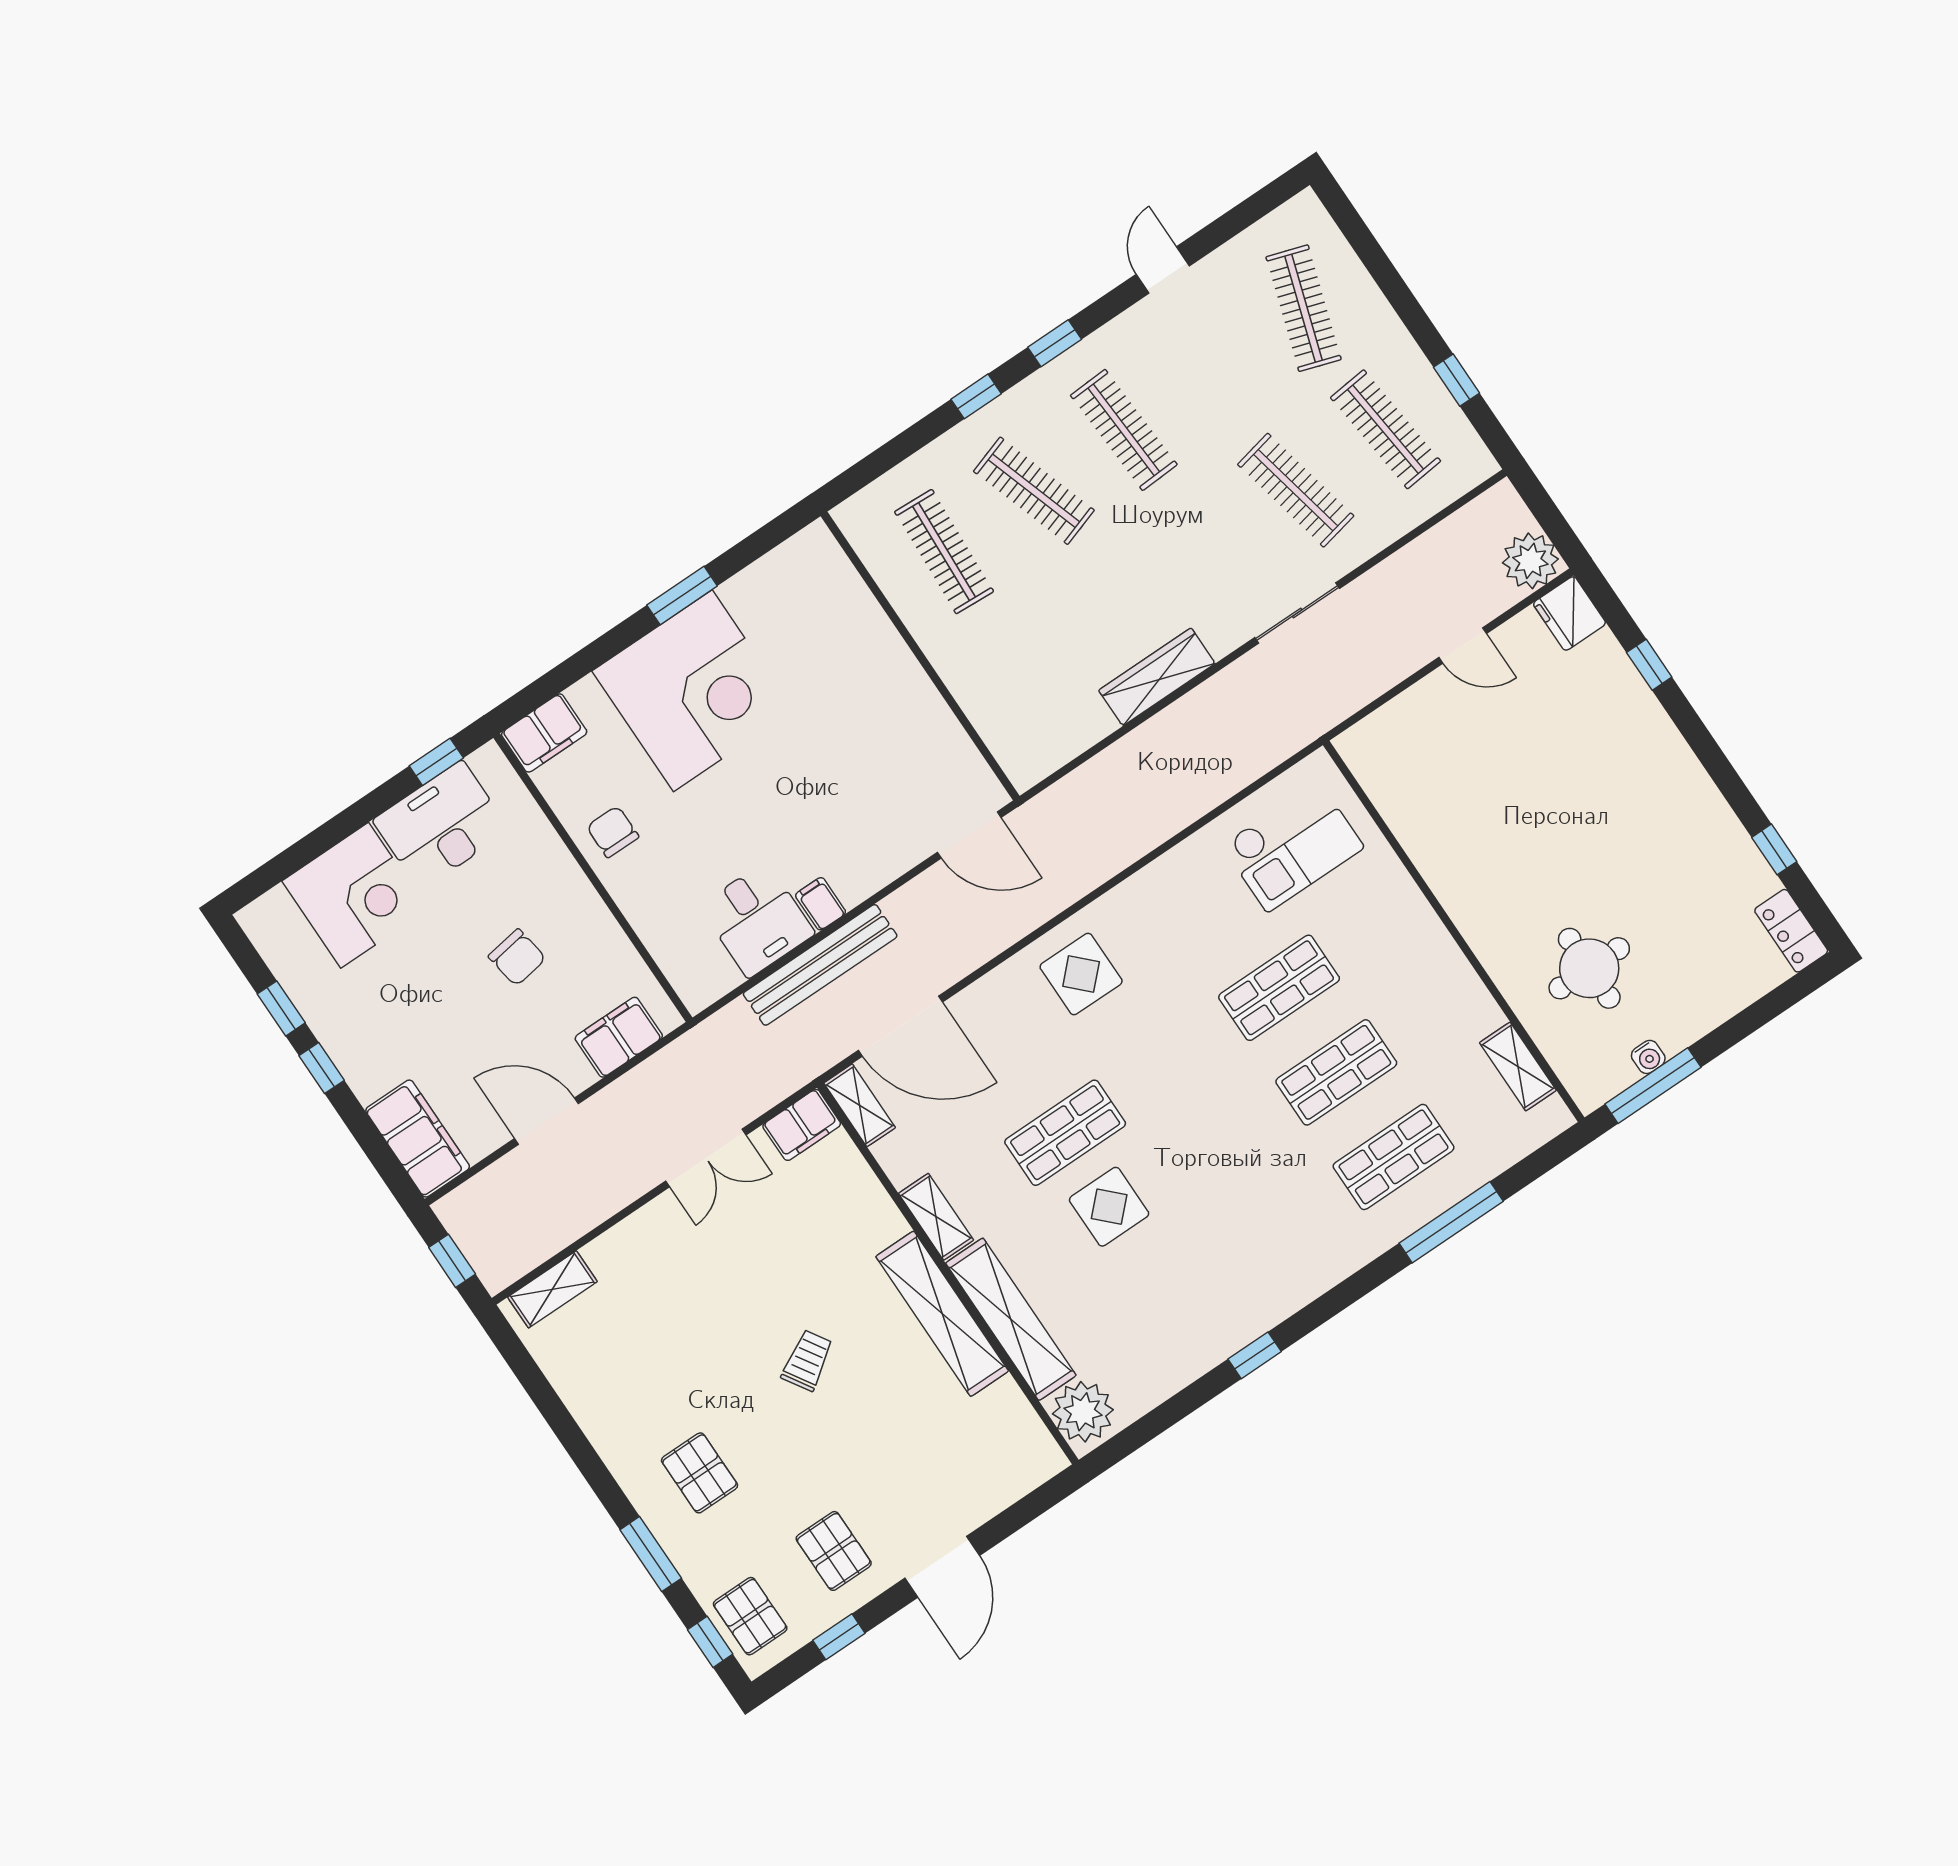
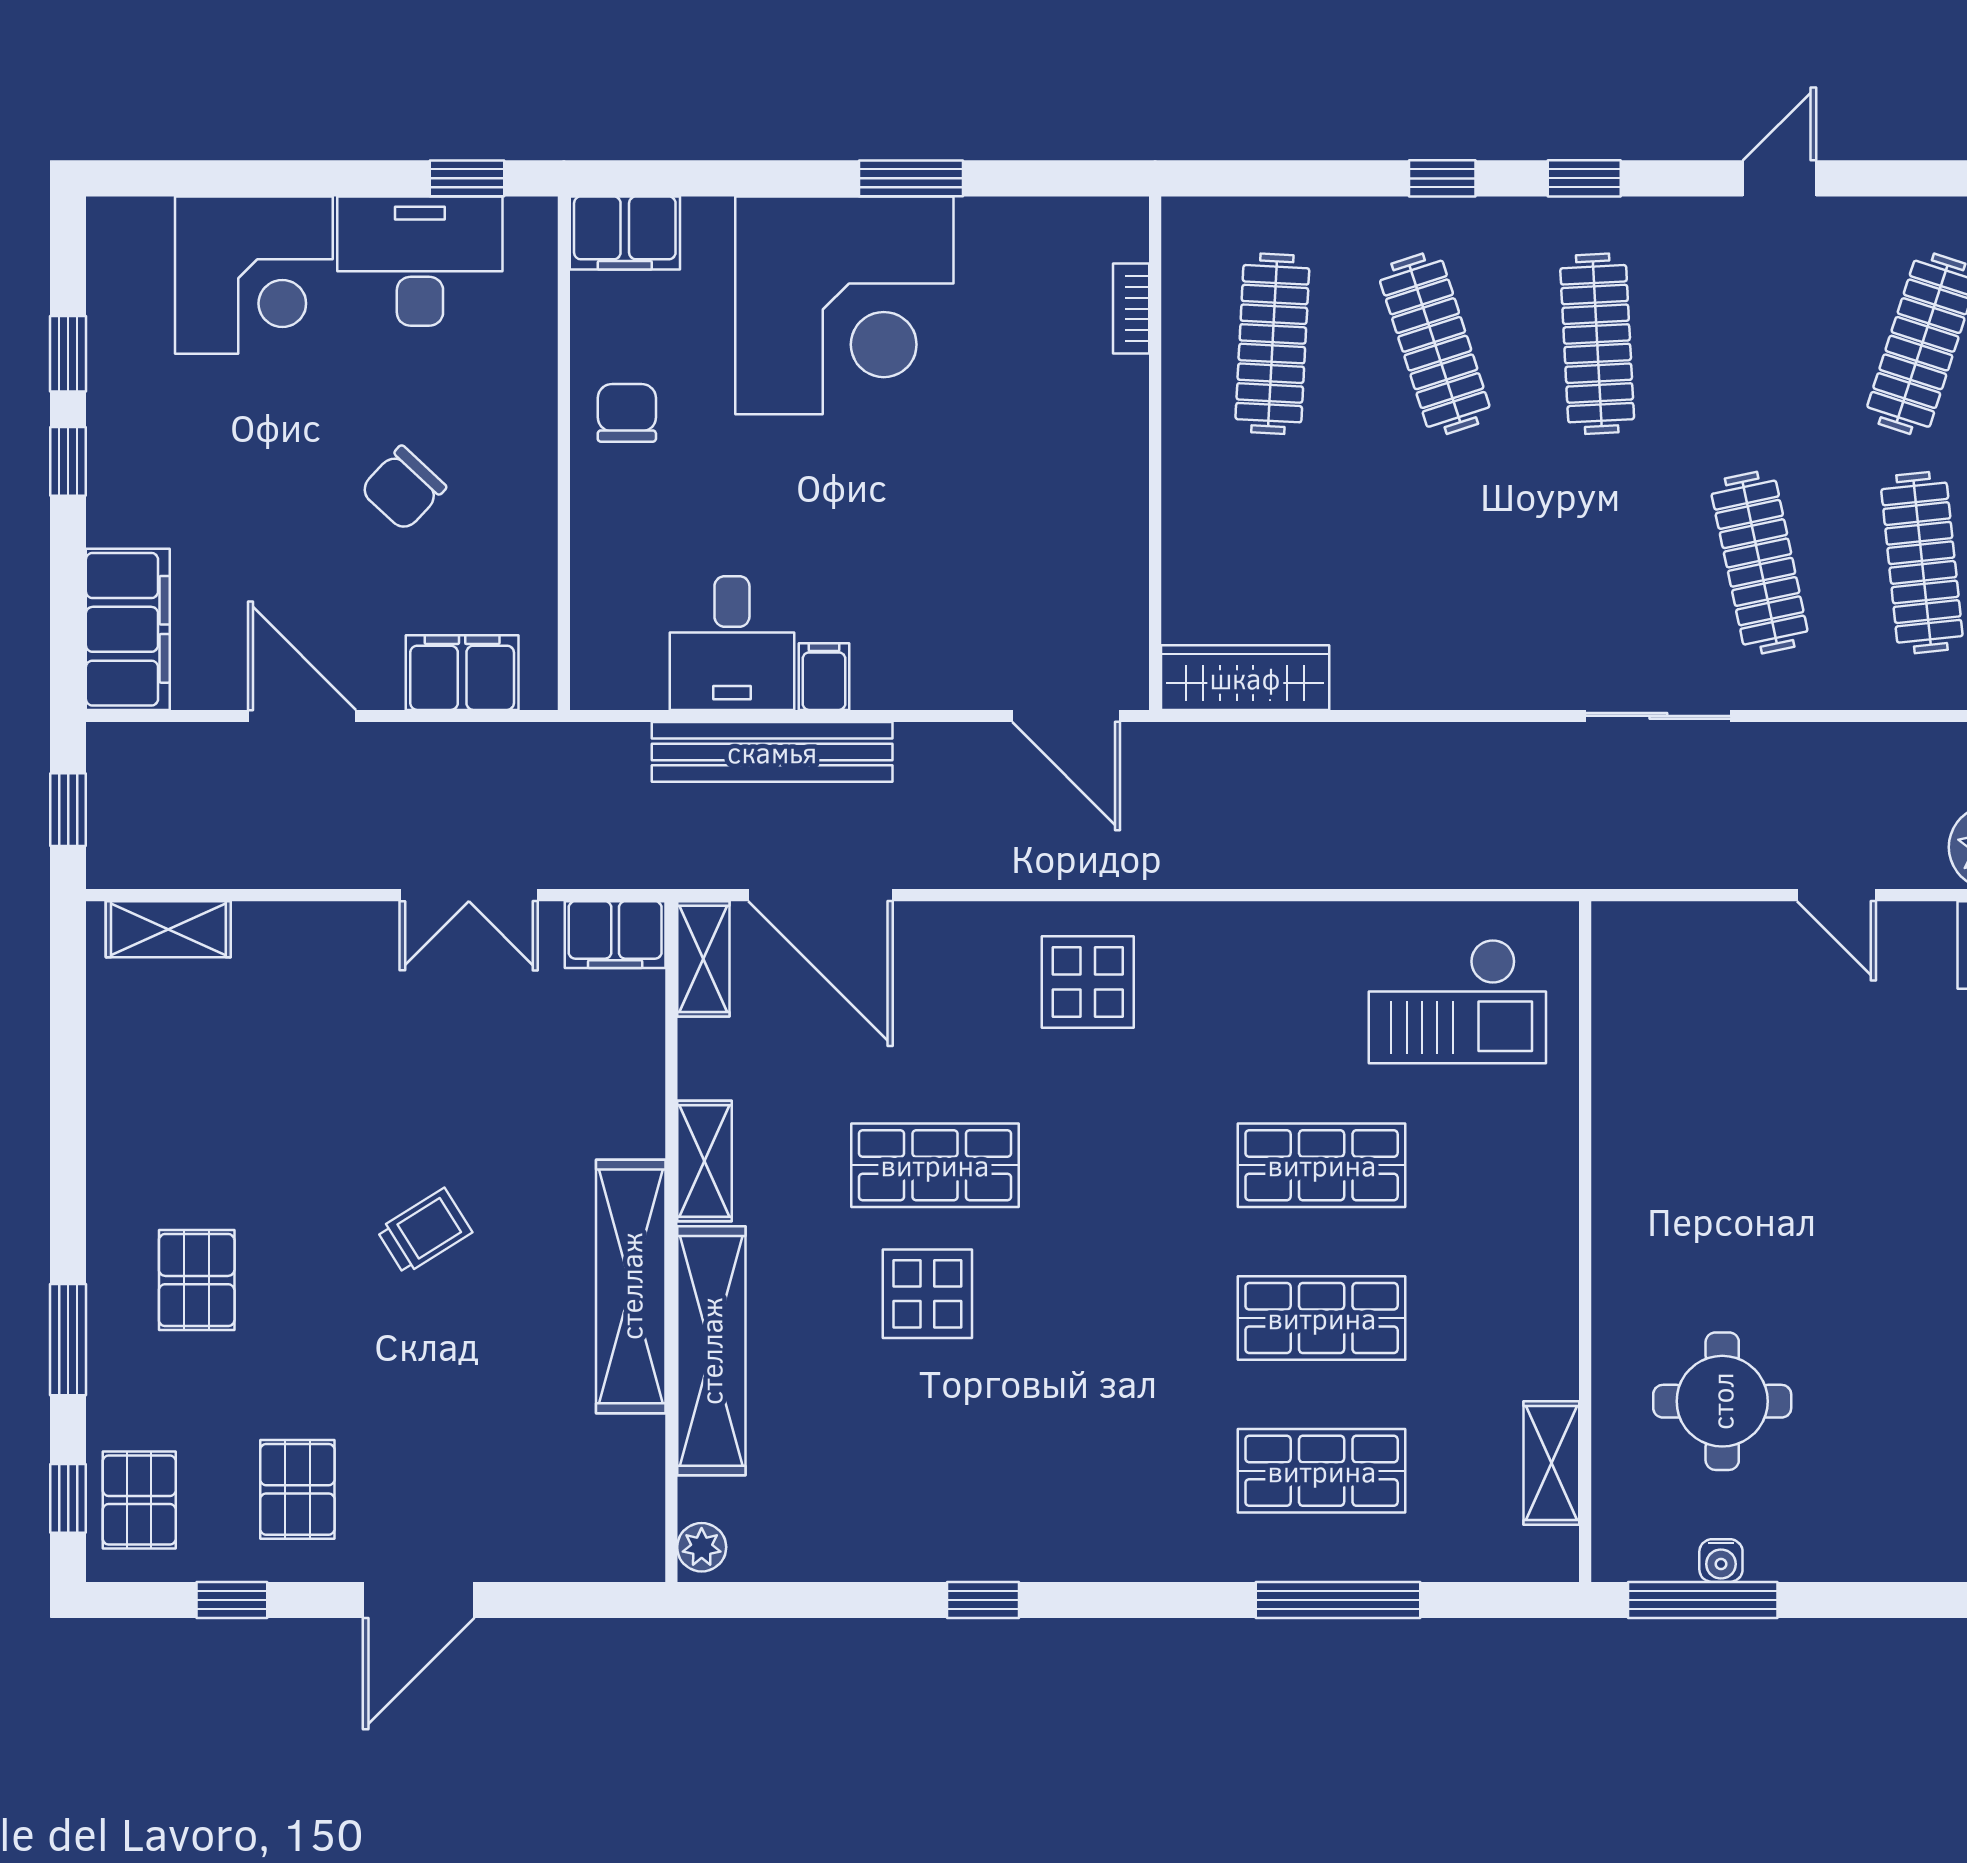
bookcase: (853, 585) -> (1131, 309), added
wardrobe: (1157, 677) -> (1245, 678), moved
chair: (517, 957) -> (403, 488), turned 52
plant: (1083, 1412) -> (702, 1547), width x0.53, depth x0.53

